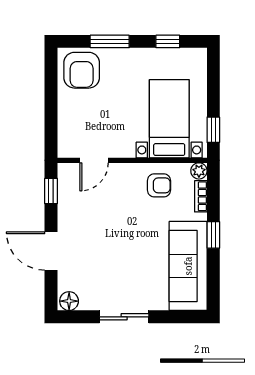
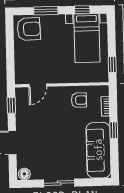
armchair: (82, 70) -> (29, 29), turned -92
bed with nightstands: (169, 119) -> (87, 38), moved, turned 180
plant: (199, 171) -> (104, 90), removed

